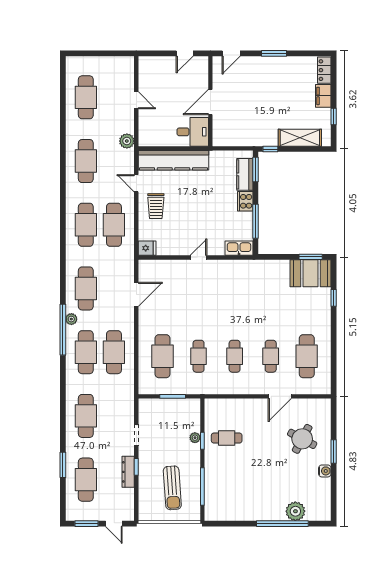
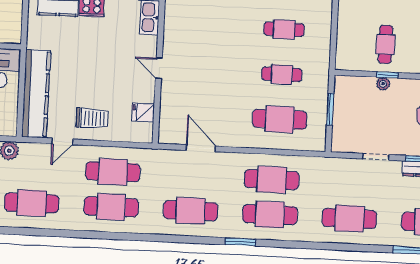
fridge: (147, 248) -> (143, 112), moved, turned -90
plant: (71, 319) -> (228, 231), removed
window: (63, 330) -> (240, 242), width x0.47

